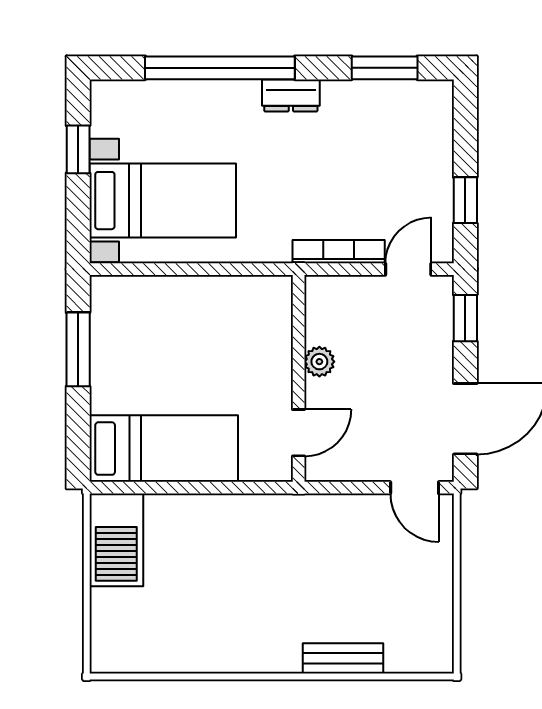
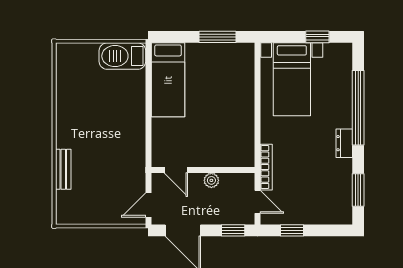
plant: (319, 362) -> (211, 180), moved
wall: (299, 378) -> (203, 170), moved
door: (299, 433) -> (176, 170), moved

